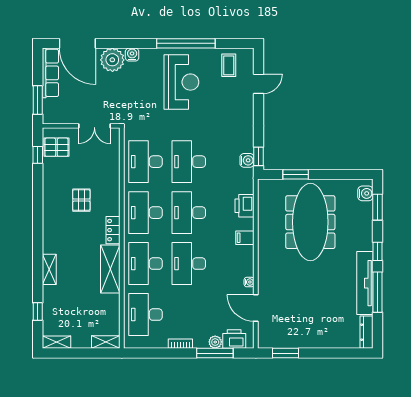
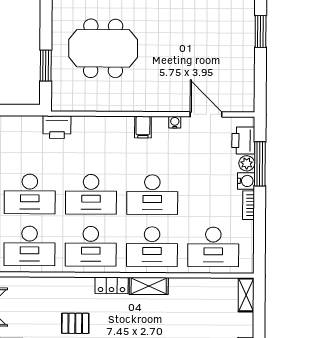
window: (259, 156) -> (24, 110), removed
water cooler: (247, 160) -> (246, 181), moved, turned 90
printer: (245, 206) -> (57, 127), moved
meeting table: (310, 222) -> (103, 48), width x0.73
filing cabinet: (245, 238) -> (143, 127), moved
shelving: (110, 269) -> (149, 286), width x0.67, depth x0.75
door: (256, 308) -> (206, 114), swing flipped
window: (286, 353) -> (261, 31), moved

